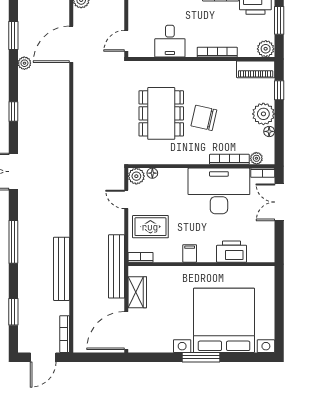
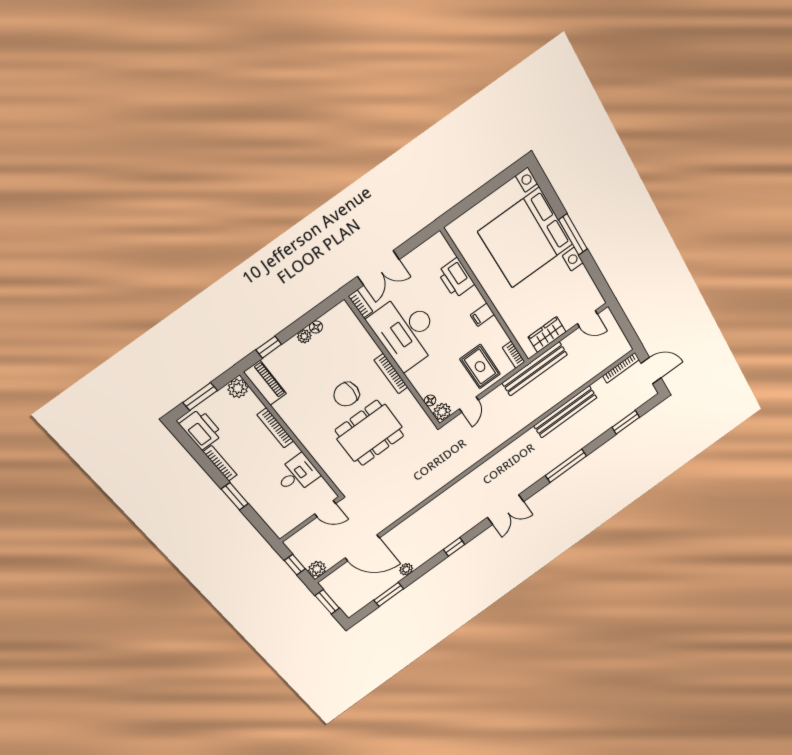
plant: (263, 114) -> (304, 336), width x0.53, depth x0.53
chair: (204, 118) -> (346, 394), turned 77
plant: (256, 158) -> (351, 320), removed
bookcase: (229, 159) -> (391, 374), moved
door: (126, 330) -> (587, 319), width x0.53

